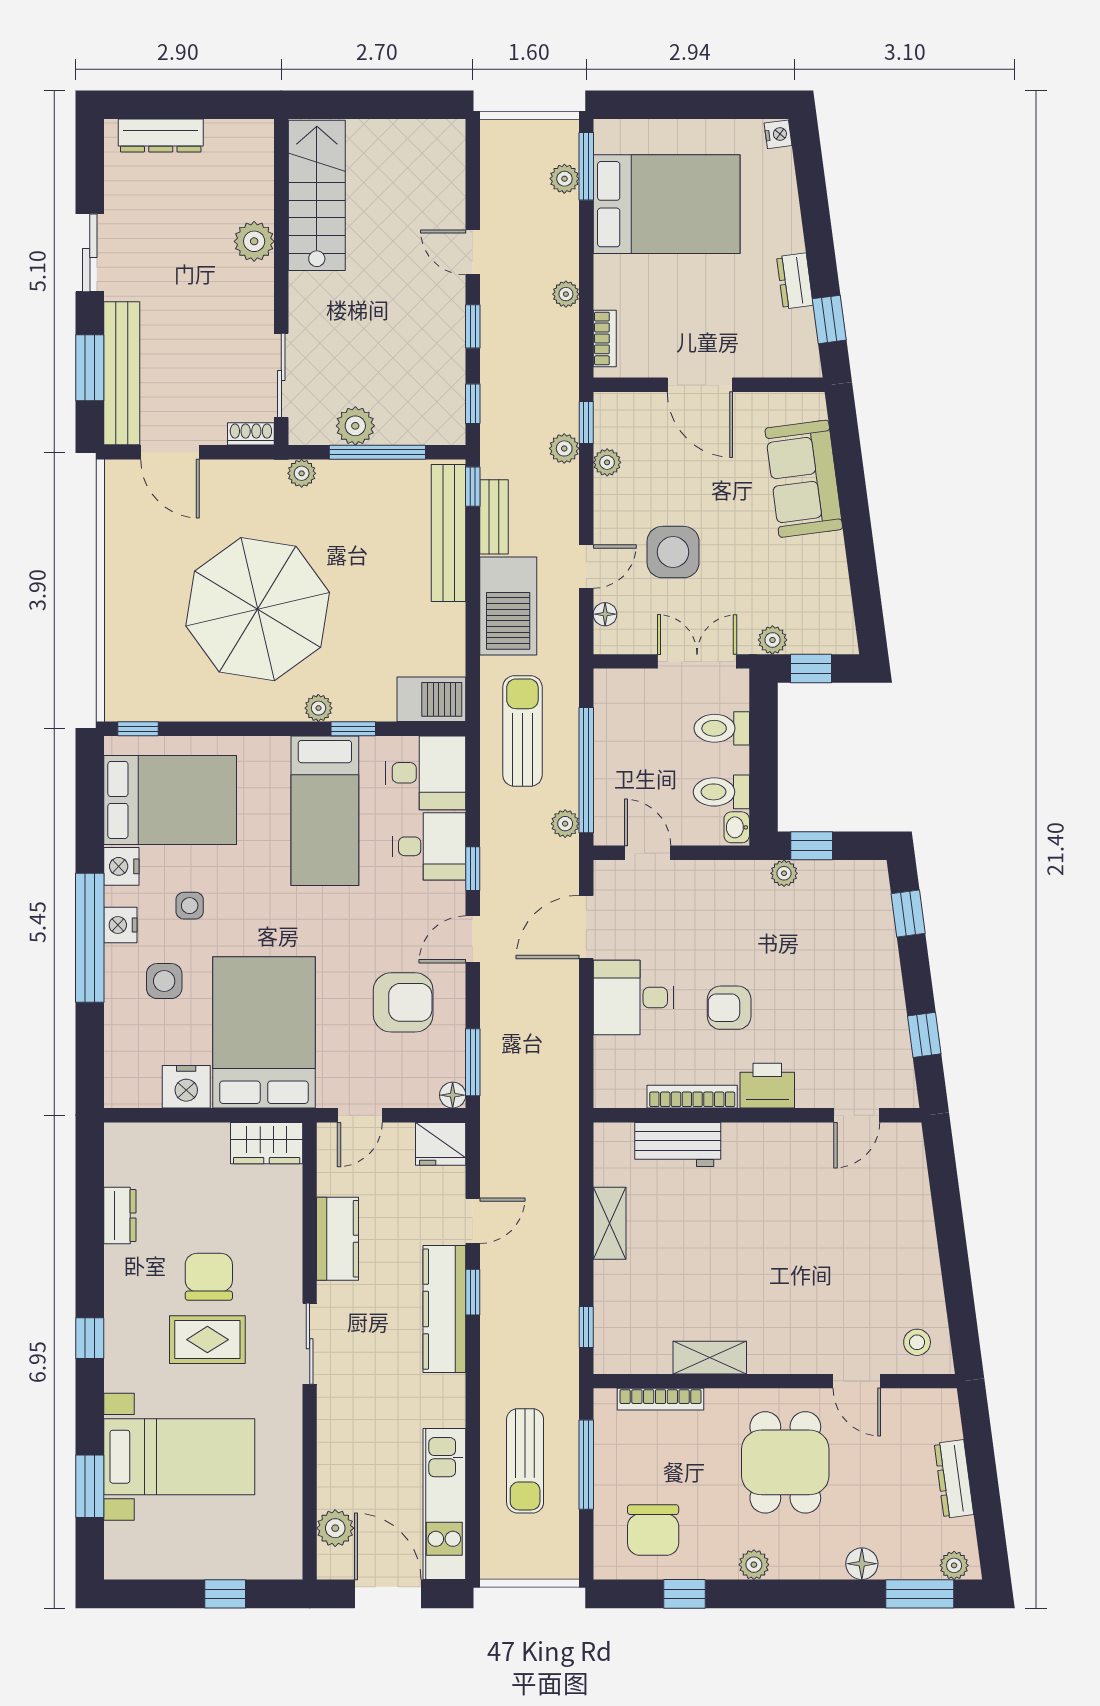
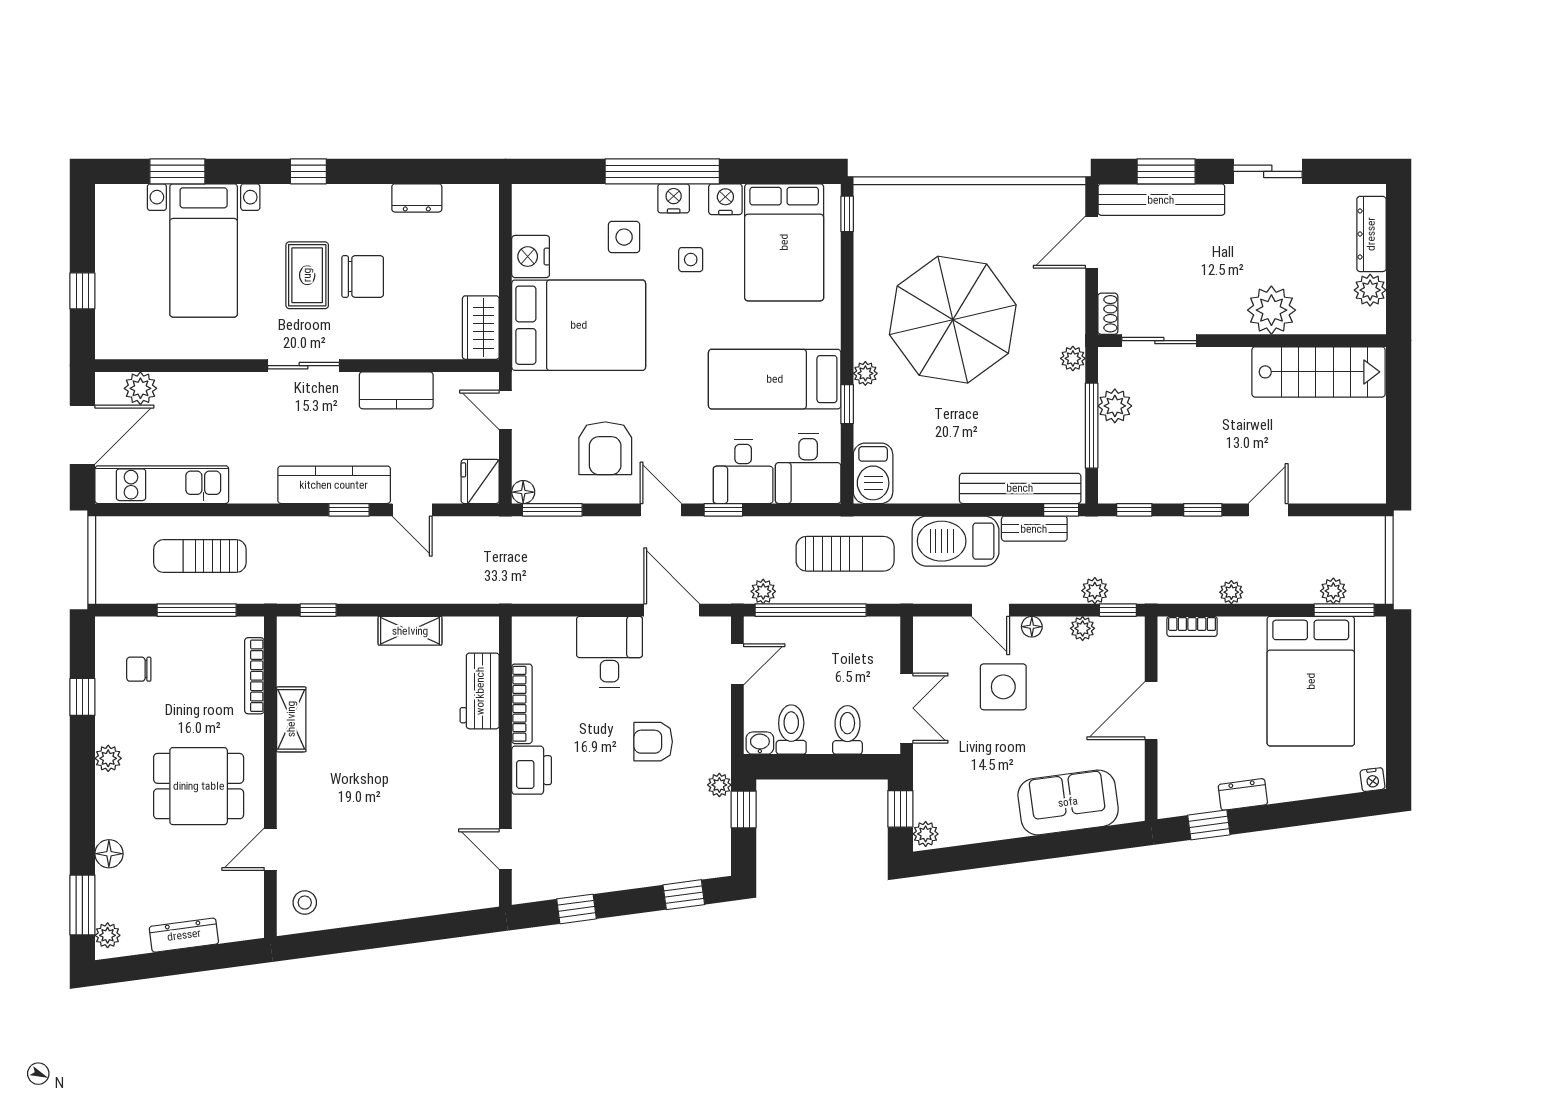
plant: (224, 137) -> (1370, 290), added
plant: (254, 241) -> (1271, 310), width x1.36, depth x1.36
floor lamp: (605, 614) -> (1032, 627), moved
plant: (772, 640) -> (926, 834), moved
armchair: (729, 1008) -> (653, 742), moved, turned -90
chair: (653, 1530) -> (139, 669), width x0.54, depth x0.54

